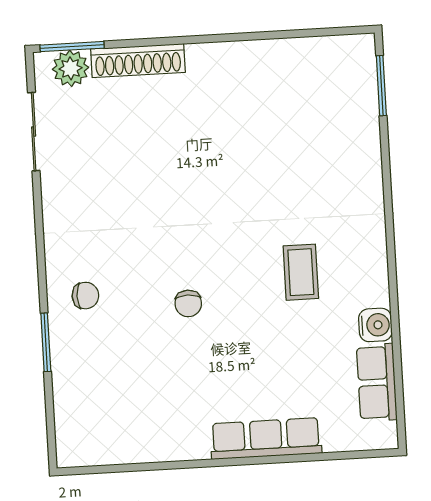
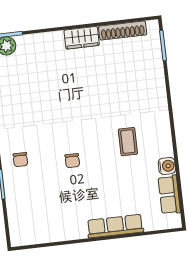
shoe rack: (138, 61) -> (123, 30), moved
wardrobe: (221, 61) -> (82, 38), added
chair: (85, 296) -> (20, 160), turned 90

